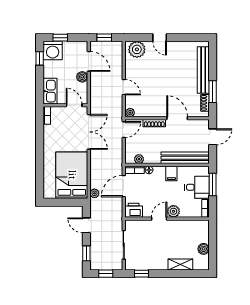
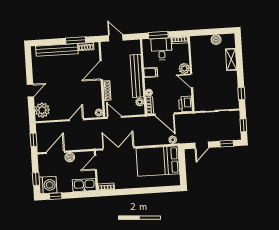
bench: (185, 158) -> (137, 76), moved

